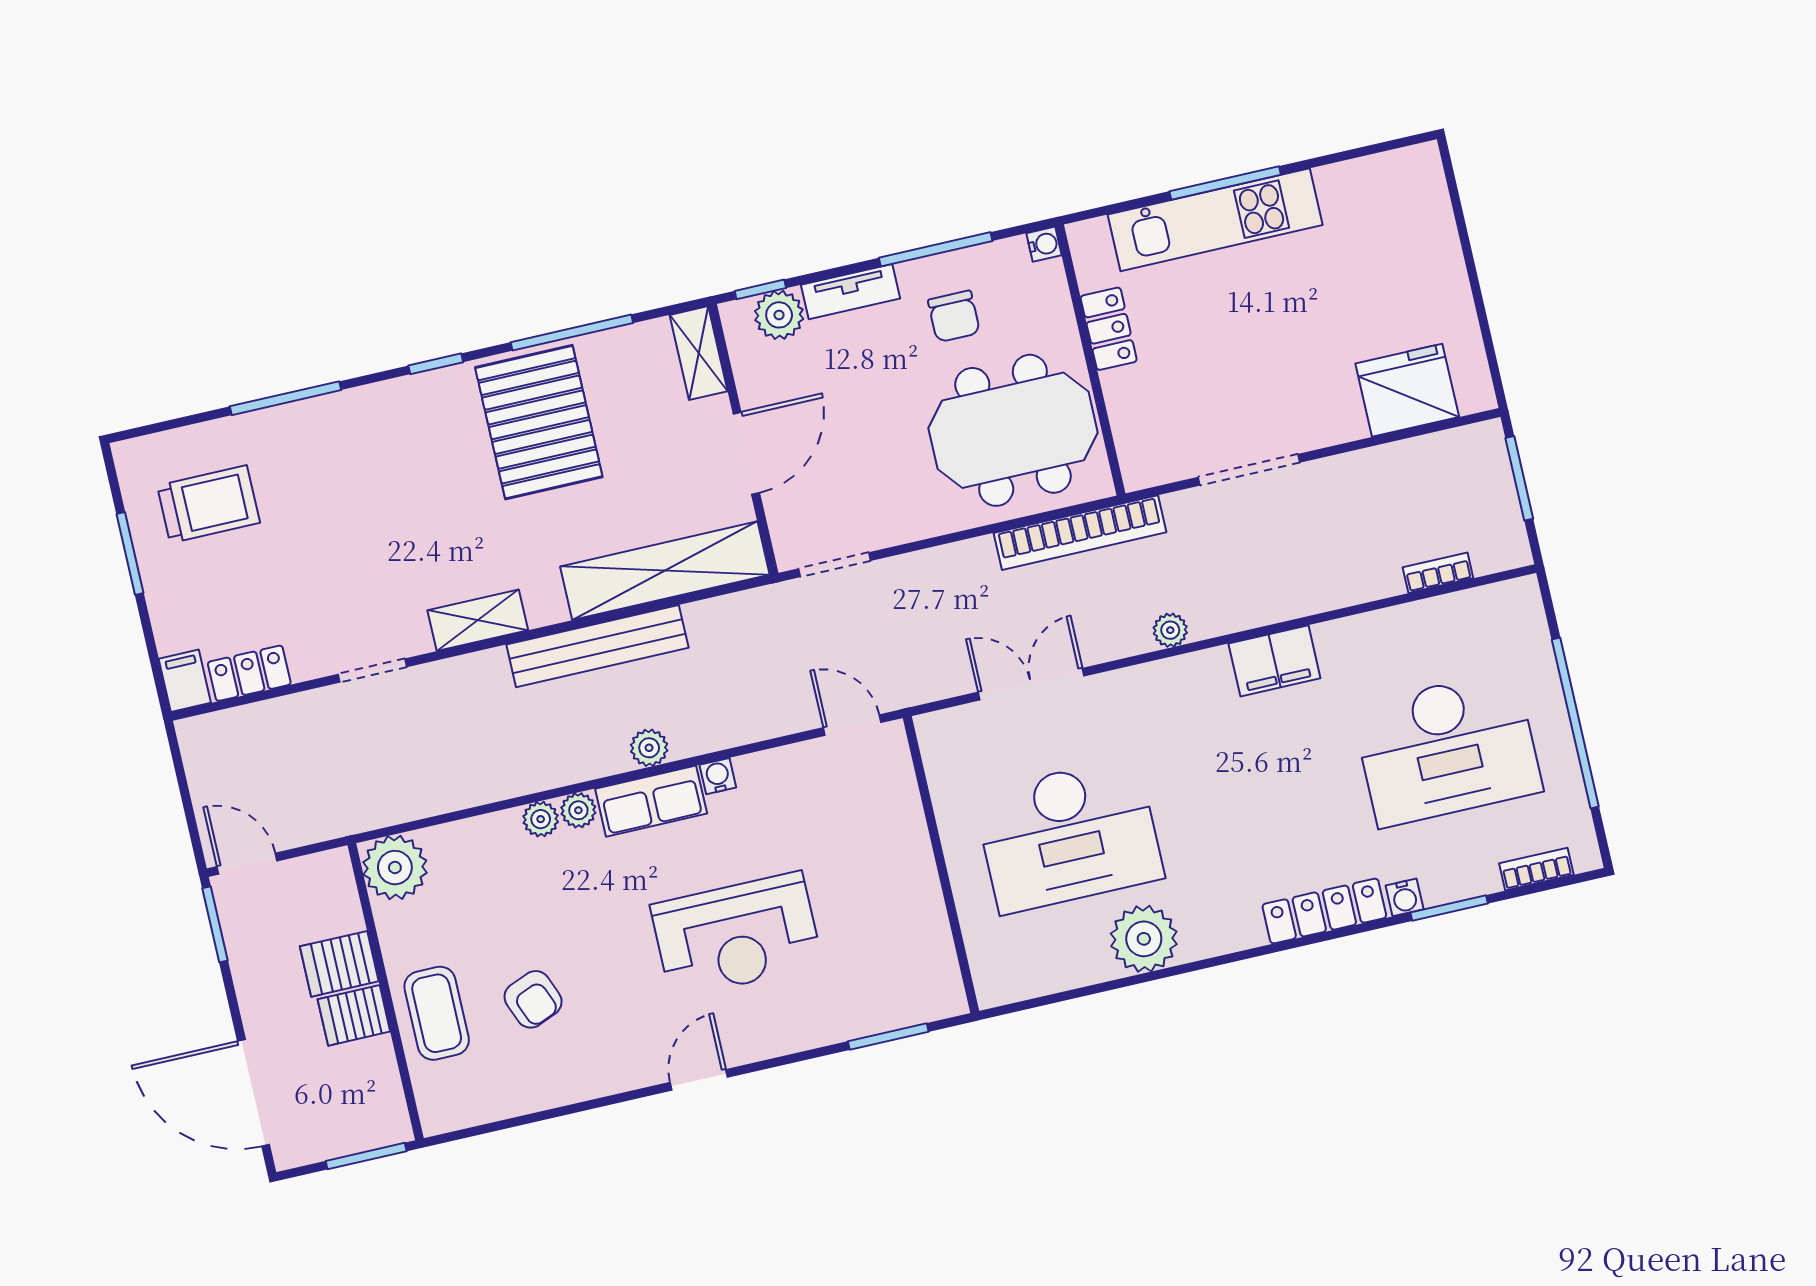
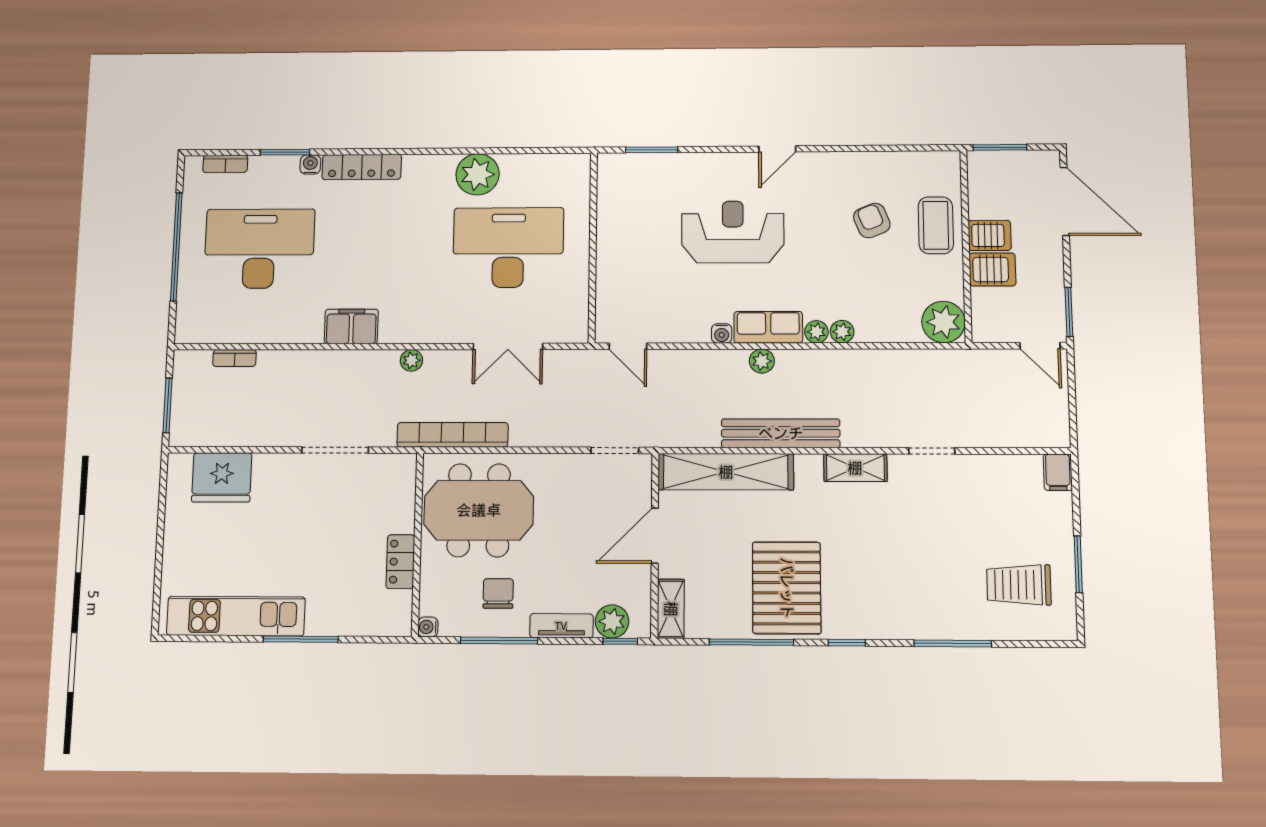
kitchen unit: (1215, 220) -> (236, 616), moved
locker: (249, 673) -> (1014, 468), removed

